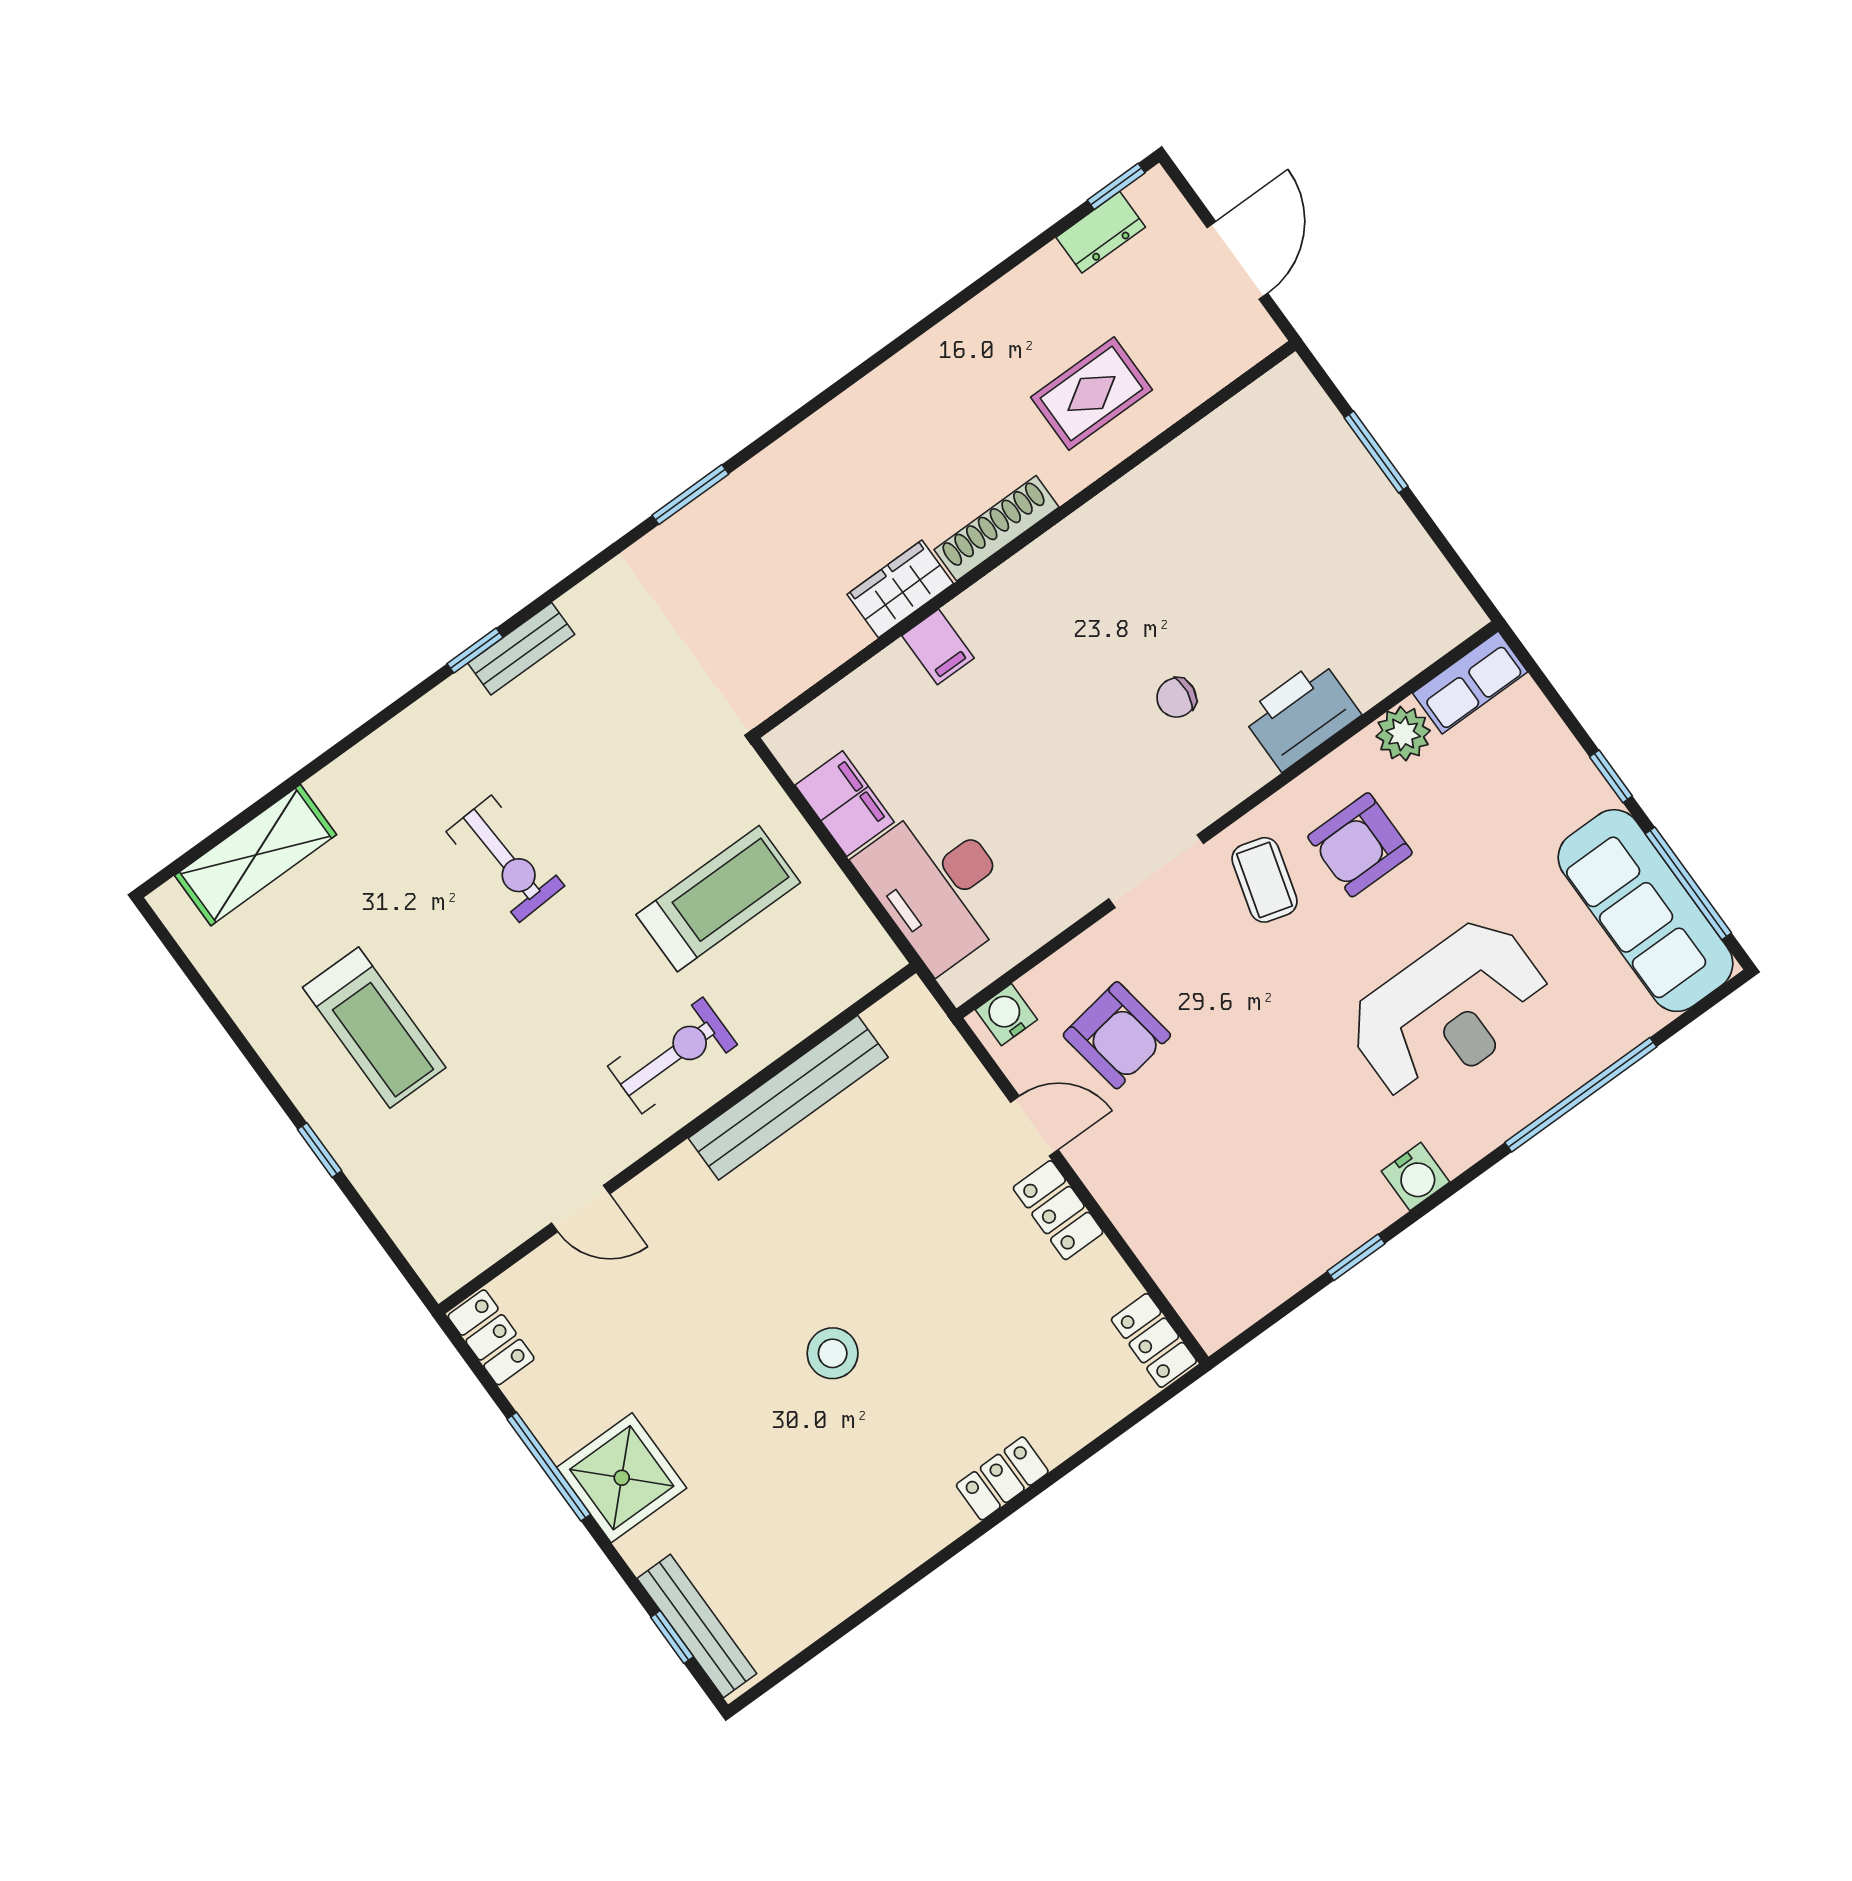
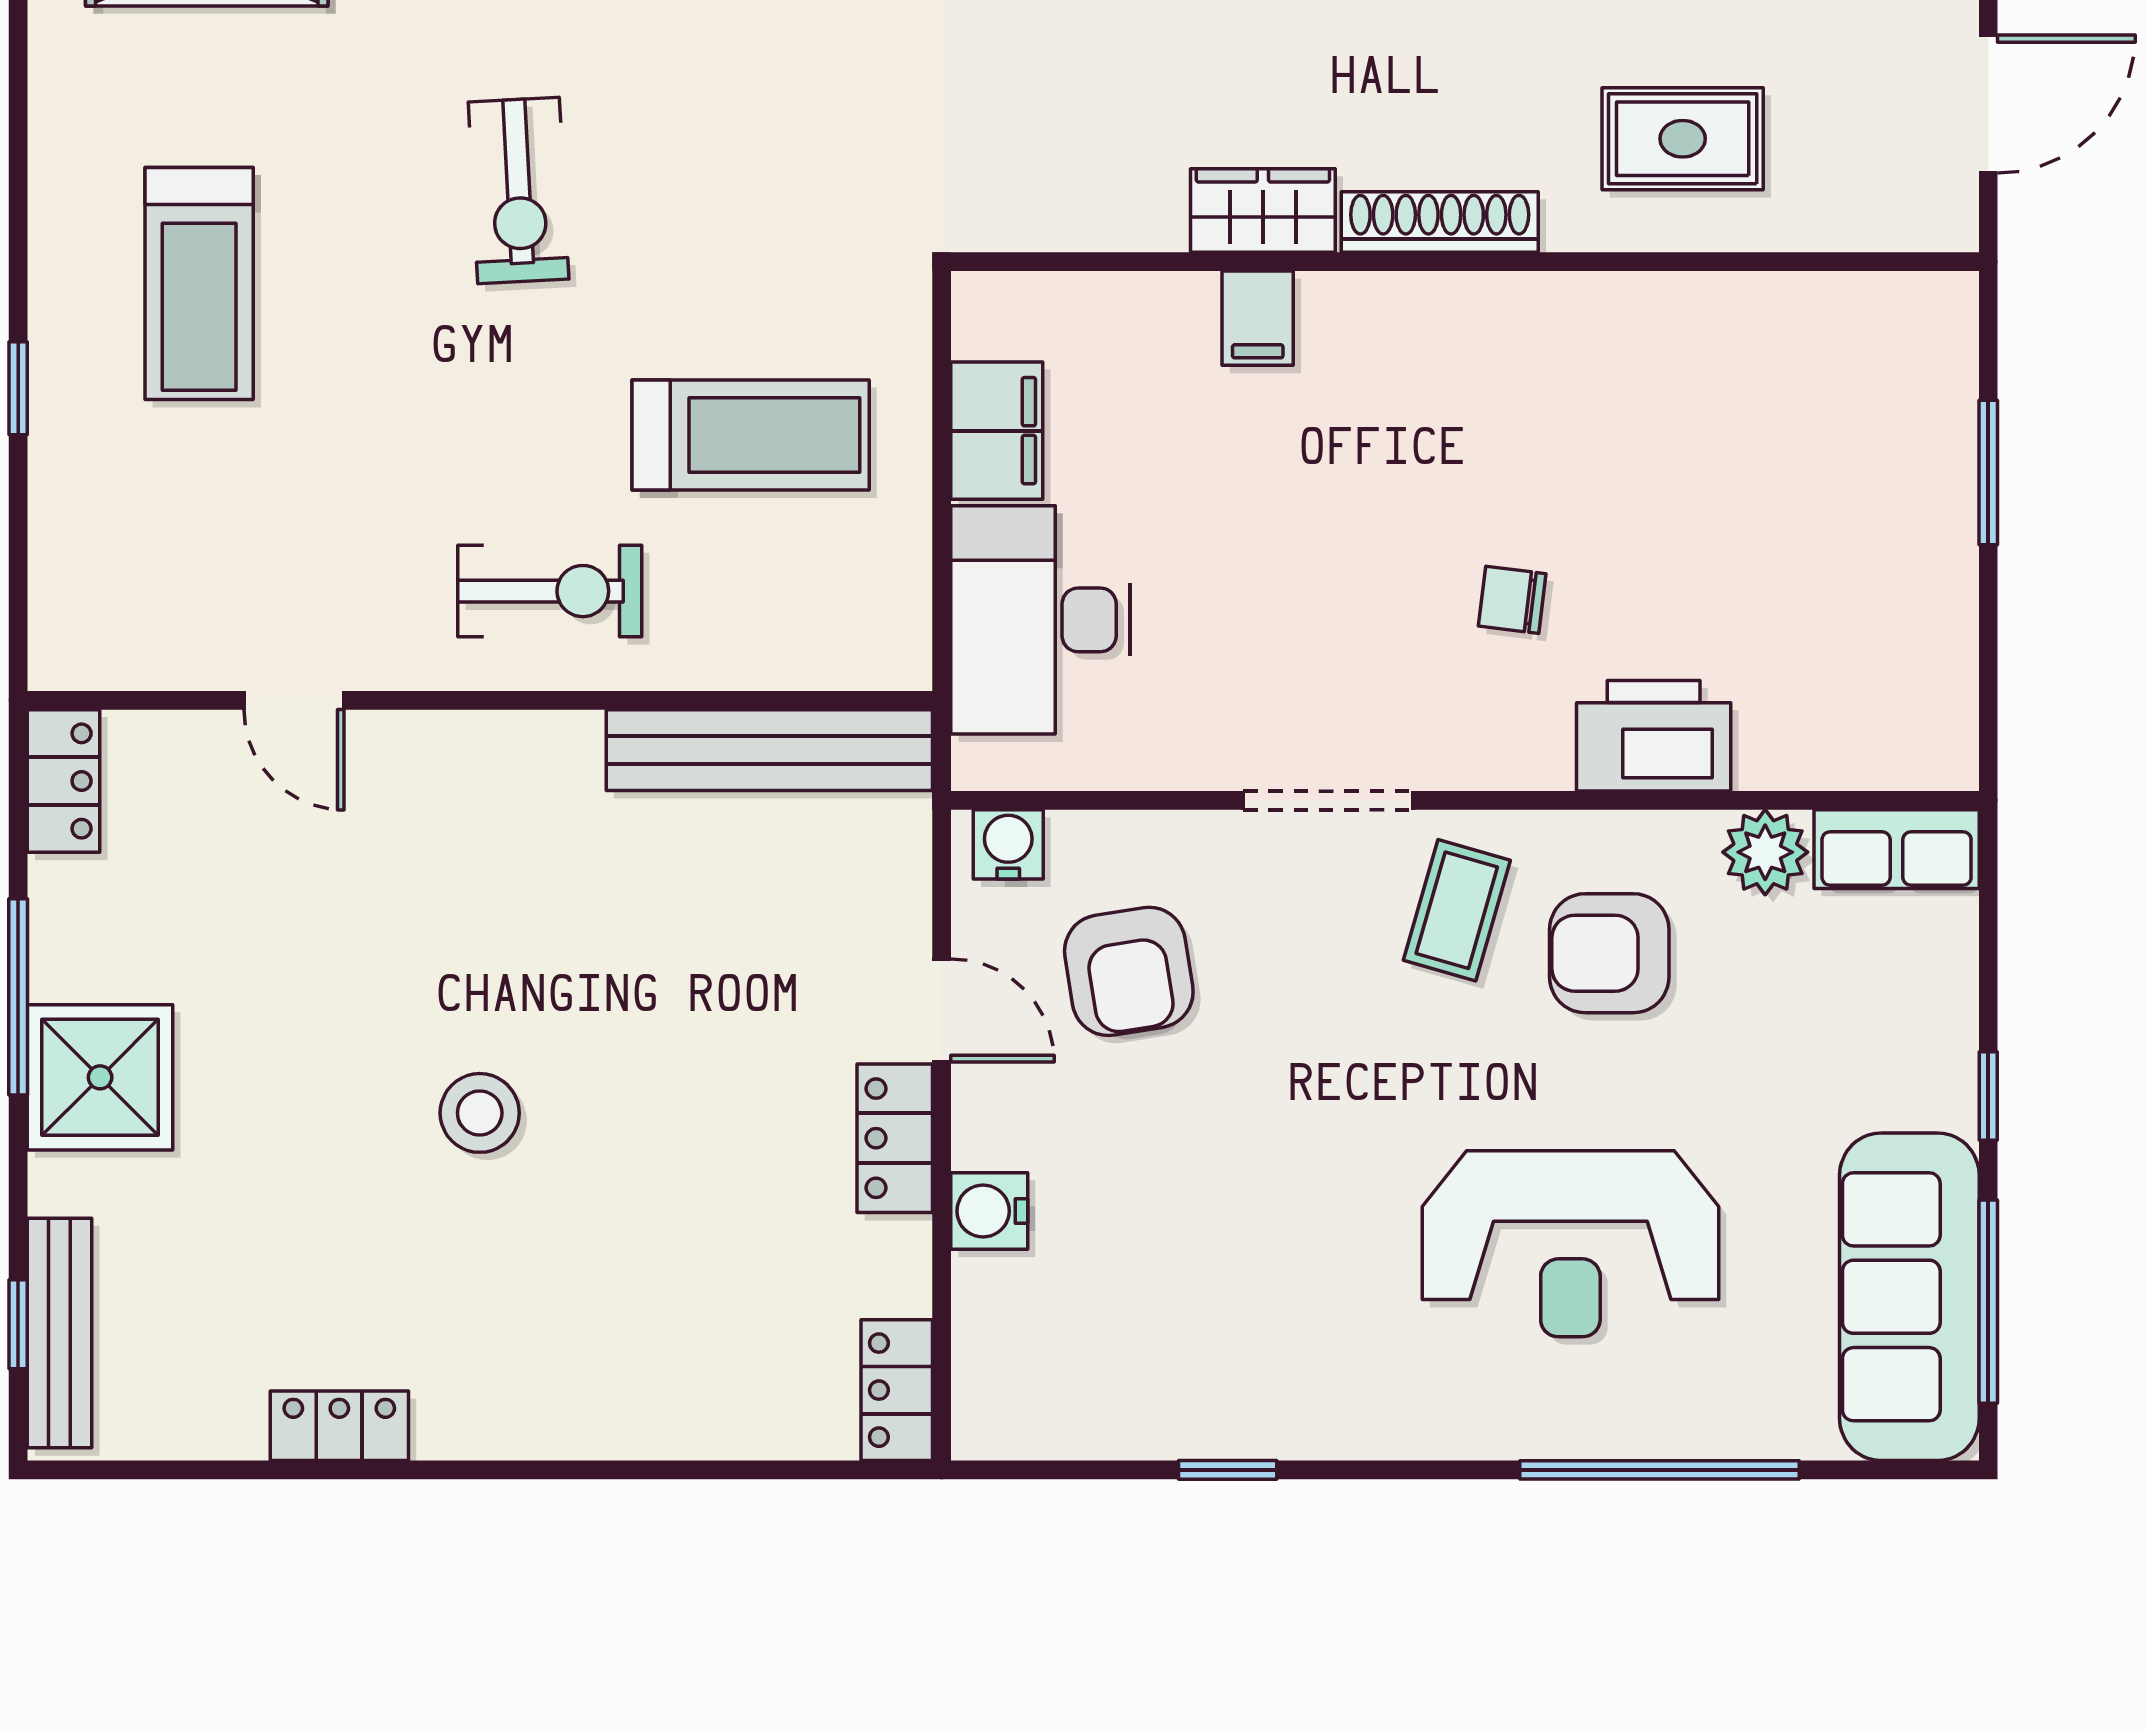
bench: (788, 1098) -> (769, 750), moved
water cooler: (1415, 1177) -> (989, 1211), moved, turned 90
locker: (1002, 1478) -> (339, 1426), moved

